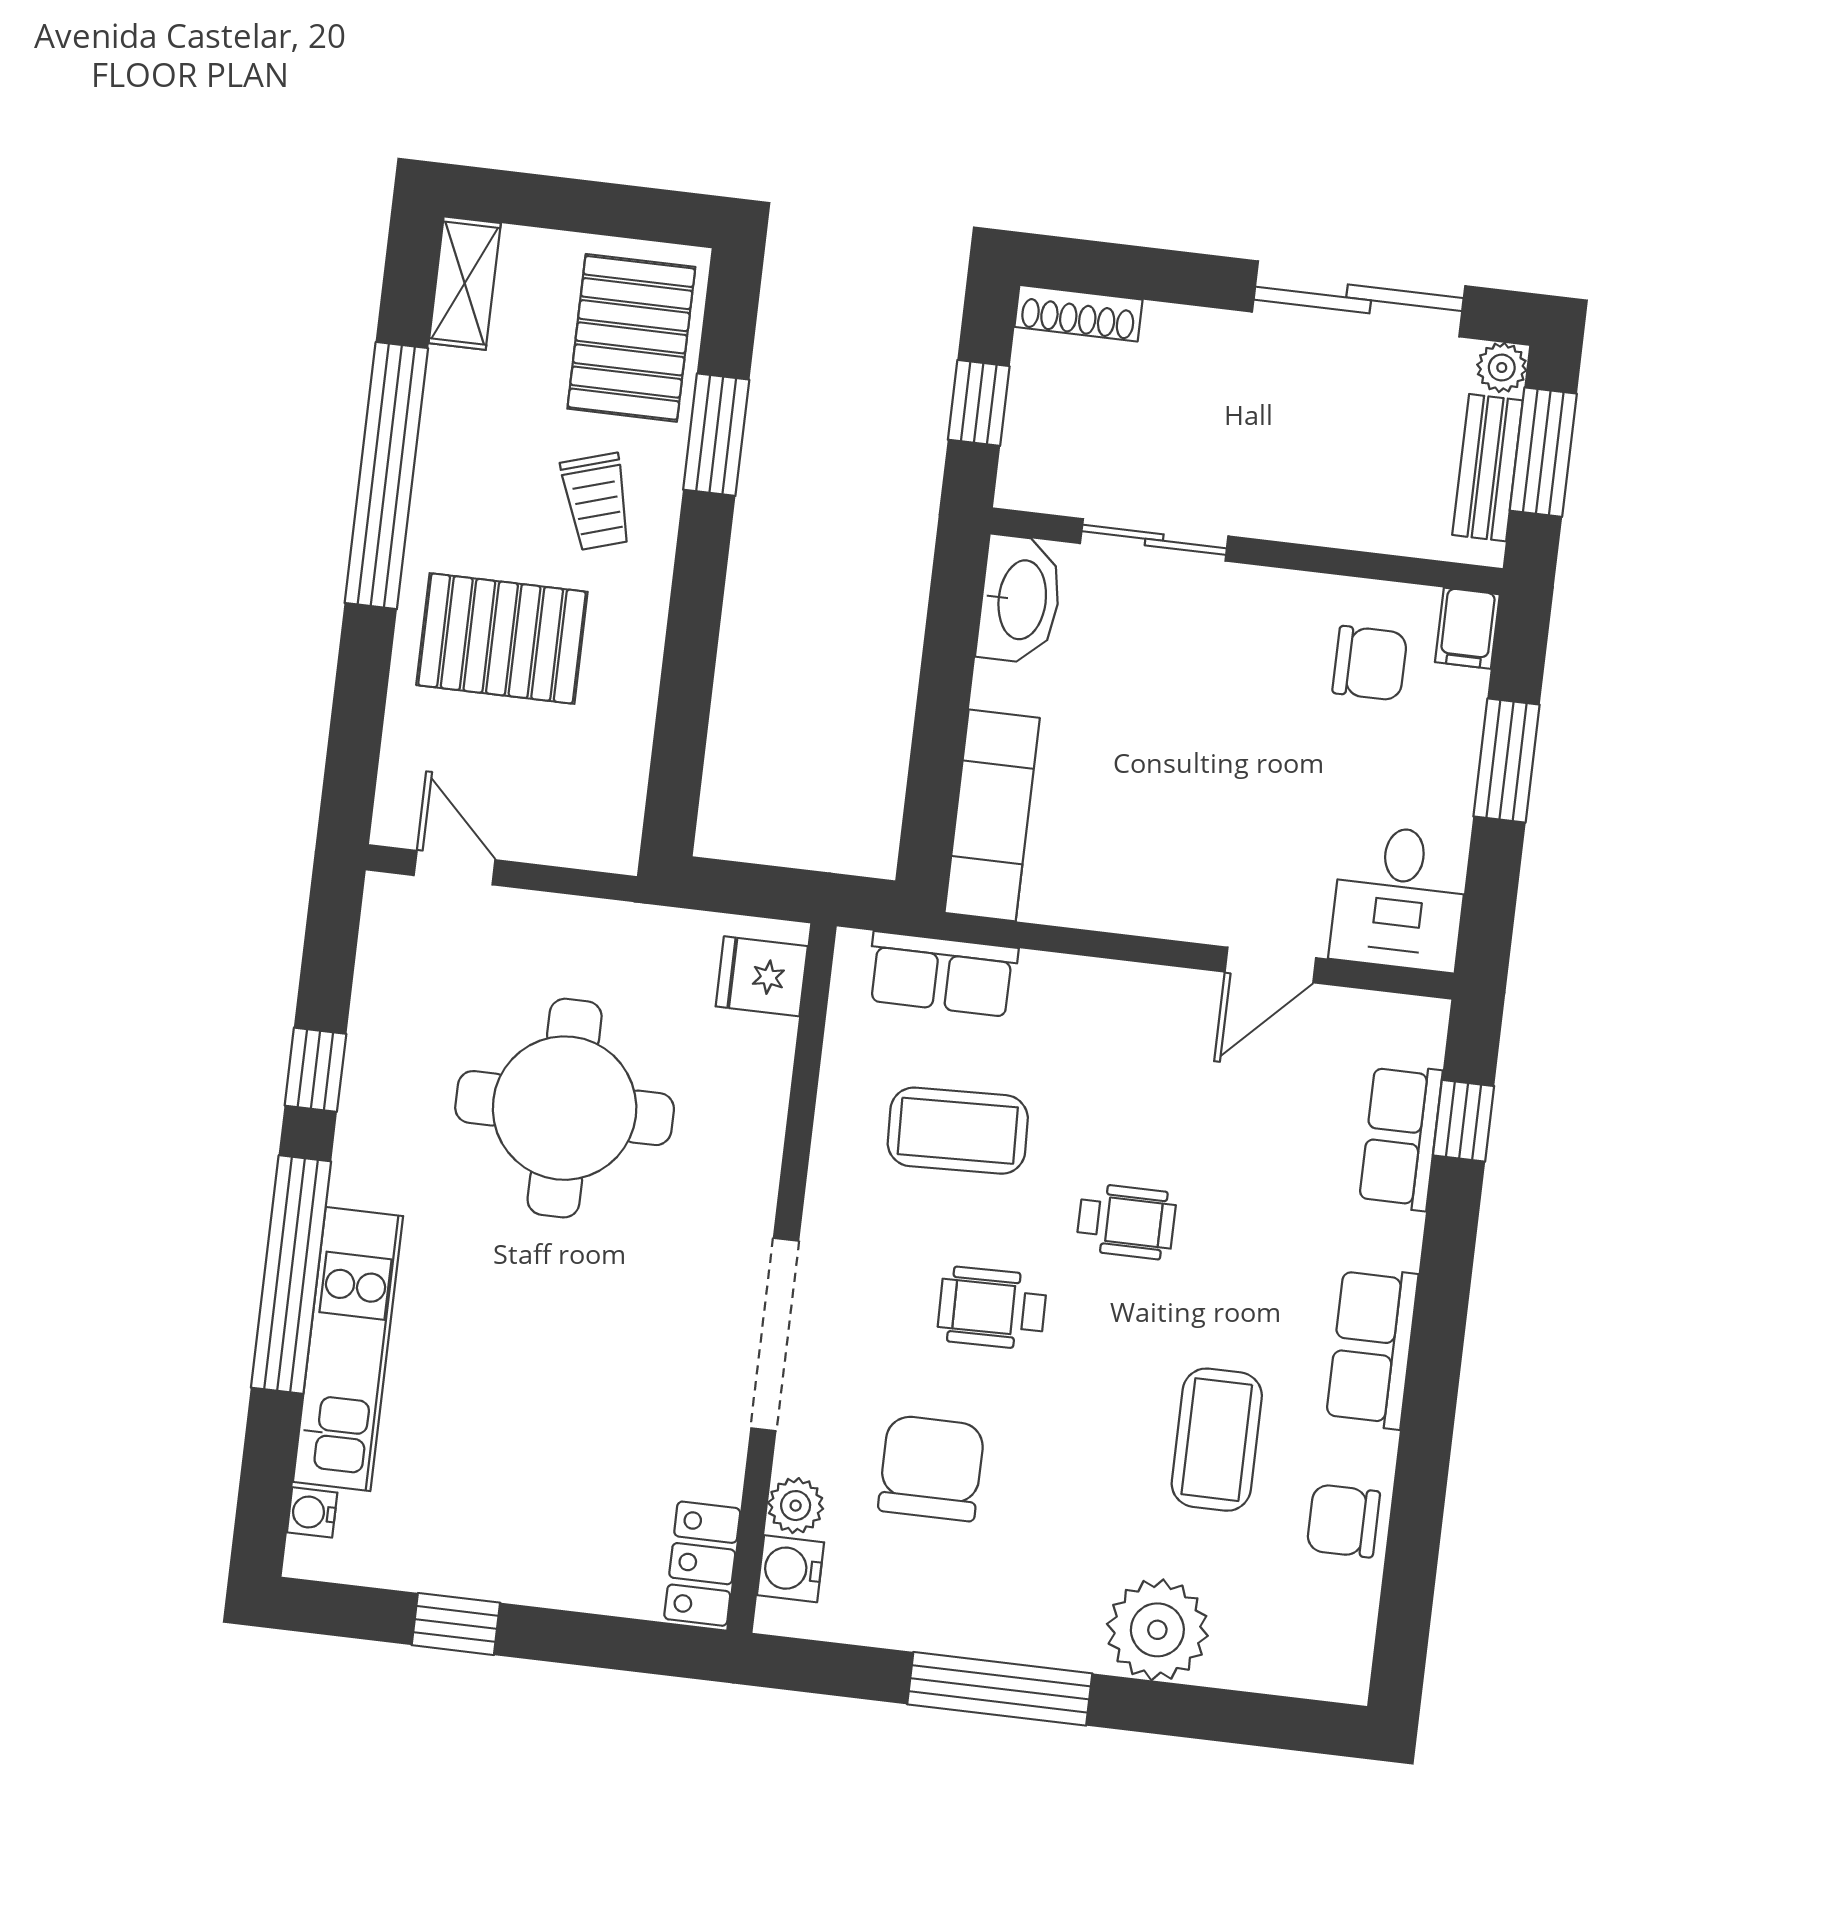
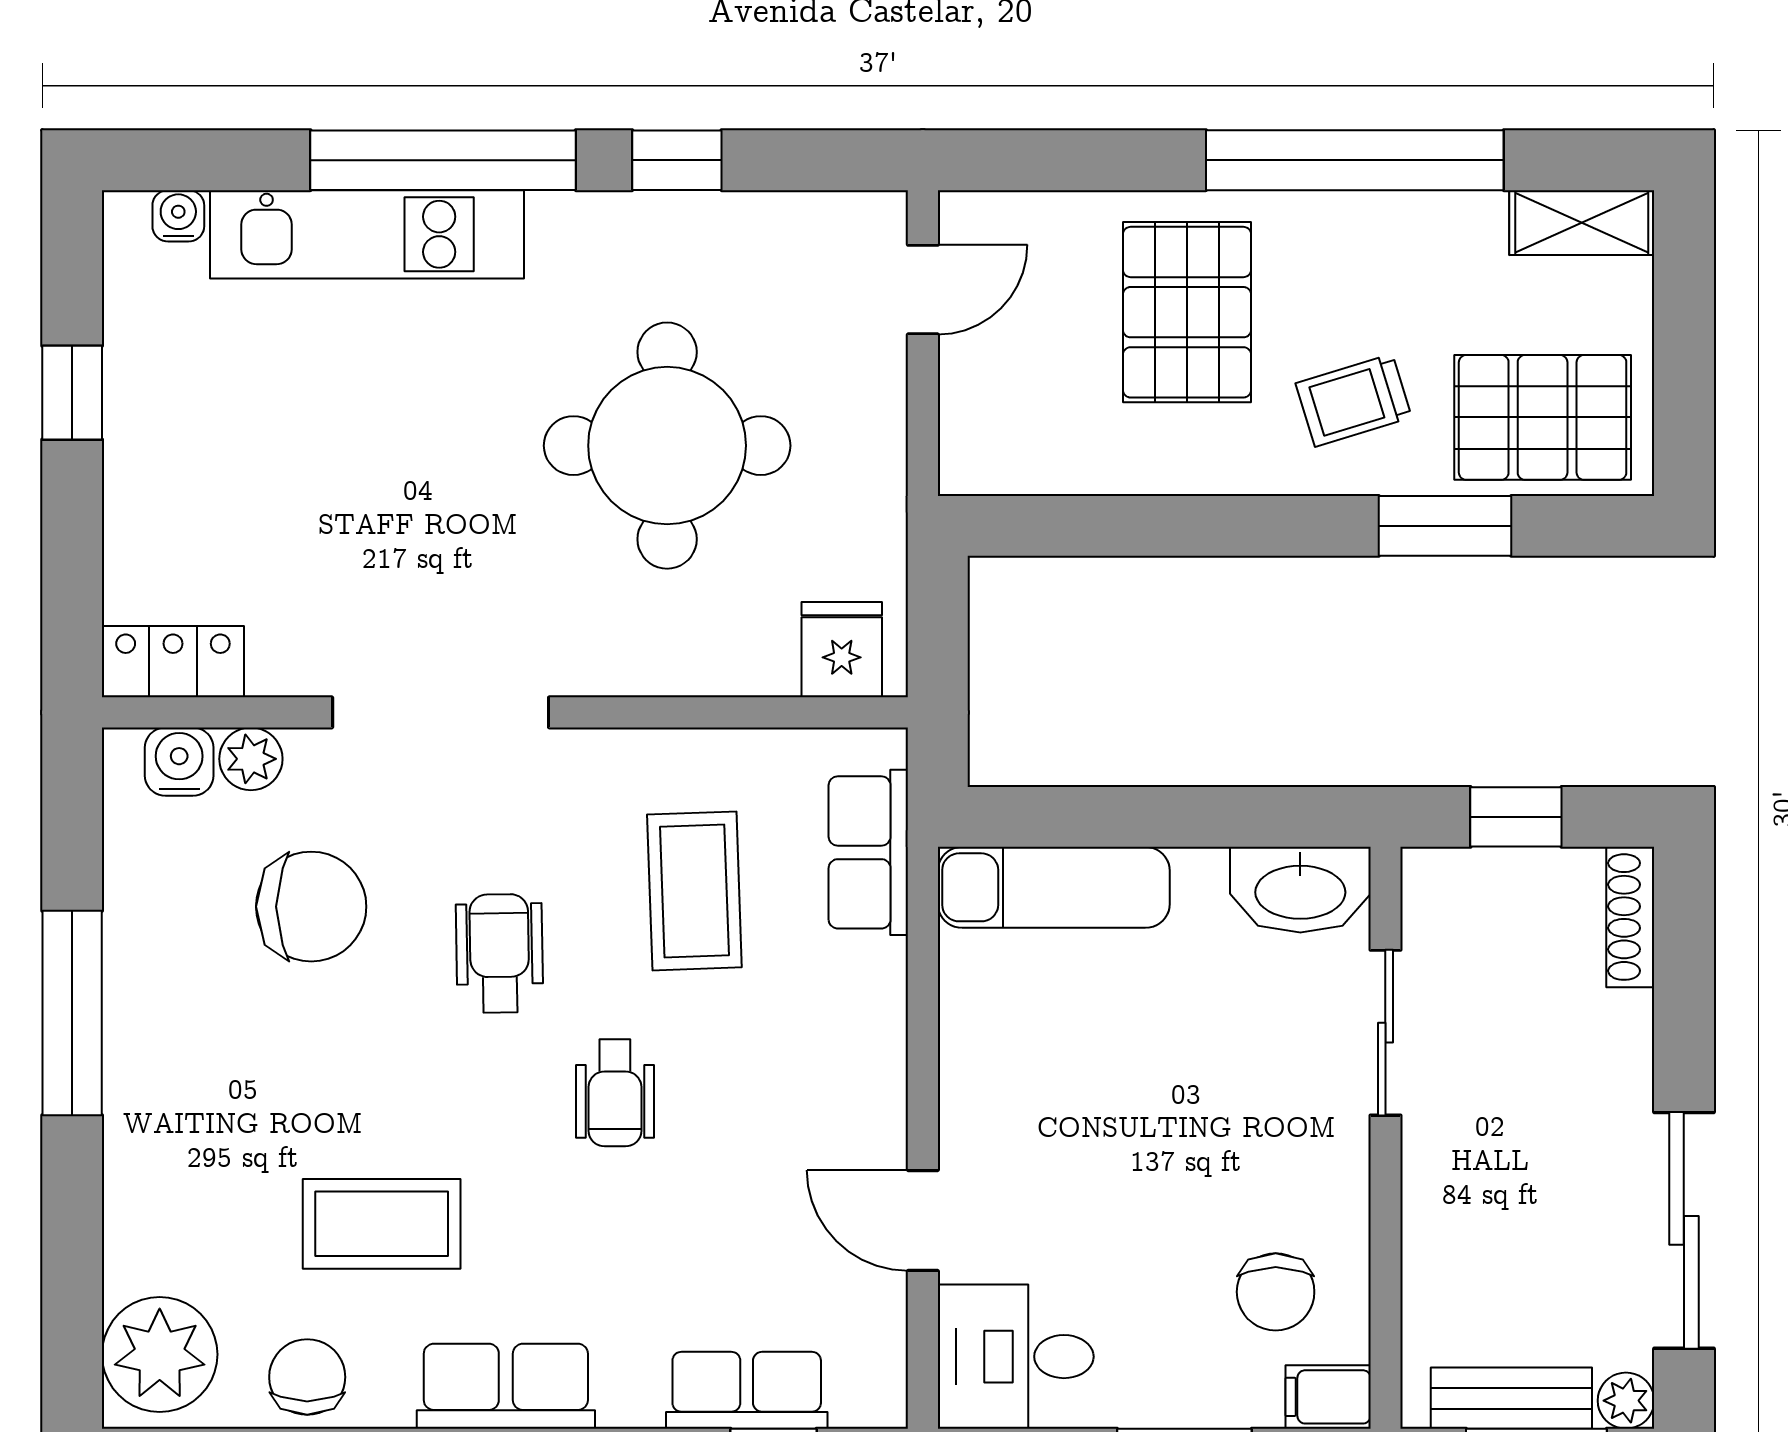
plant: (1157, 1630) -> (160, 1354), moved

